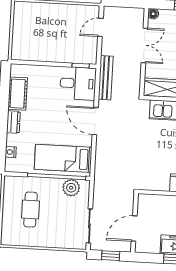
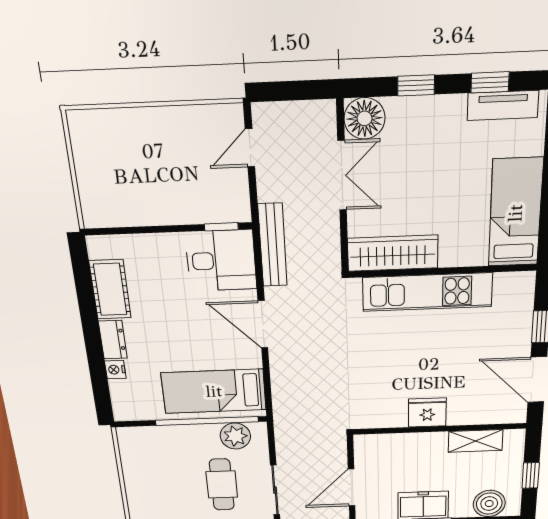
floor lamp: (153, 14) -> (365, 118), width x1.89, depth x1.89
nightstand: (11, 152) -> (115, 370), moved
cafe table: (30, 210) -> (222, 485), moved

